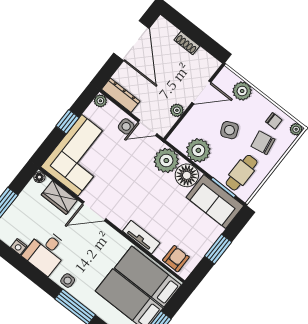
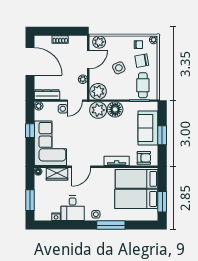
plant: (242, 91) -> (99, 42), moved
plant: (198, 150) -> (98, 91), moved
sofa: (215, 201) -> (148, 128), moved, turned 90
armchair: (176, 259) -> (144, 158), turned 90

